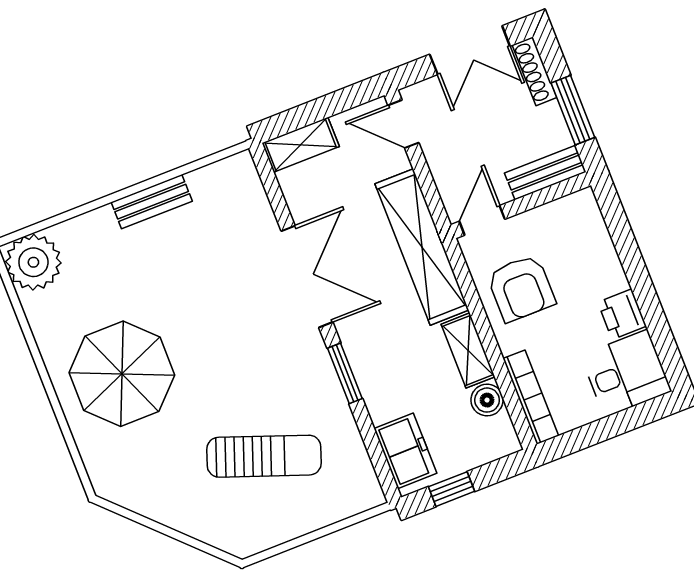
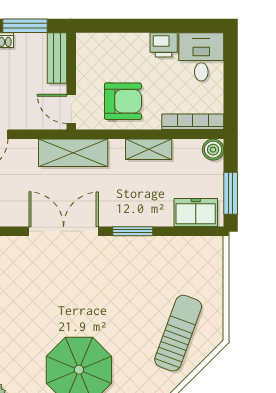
shelving: (422, 247) -> (73, 153), width x0.68
boiler: (487, 400) -> (213, 150), moved
sun lounger: (264, 456) -> (178, 333), moved
window: (452, 489) -> (231, 193), width x1.50

